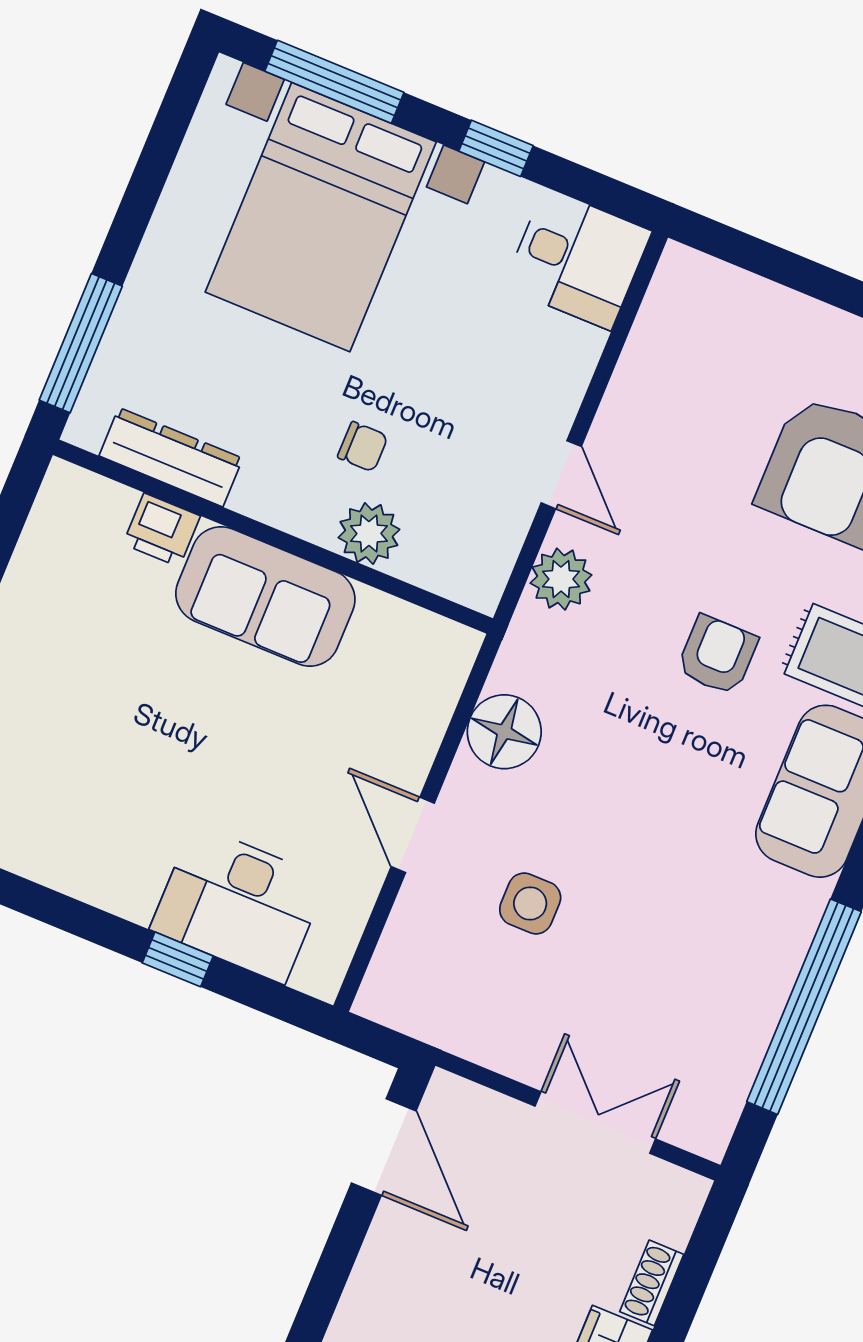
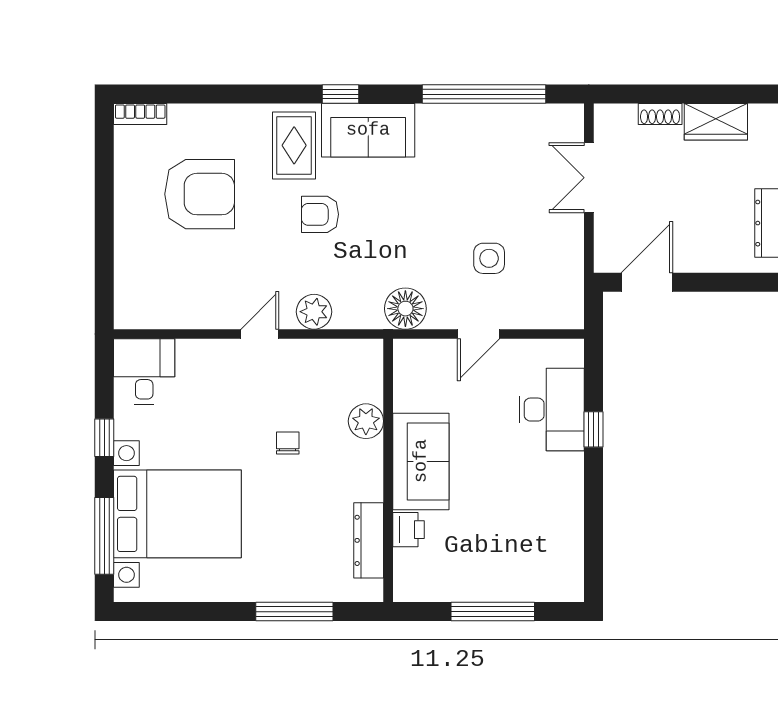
dresser: (171, 457) -> (369, 540), moved
printer: (162, 530) -> (408, 530), moved
plant: (369, 534) -> (366, 421), moved
wall: (273, 537) -> (388, 470), moved
sofa: (265, 596) -> (421, 461), moved

